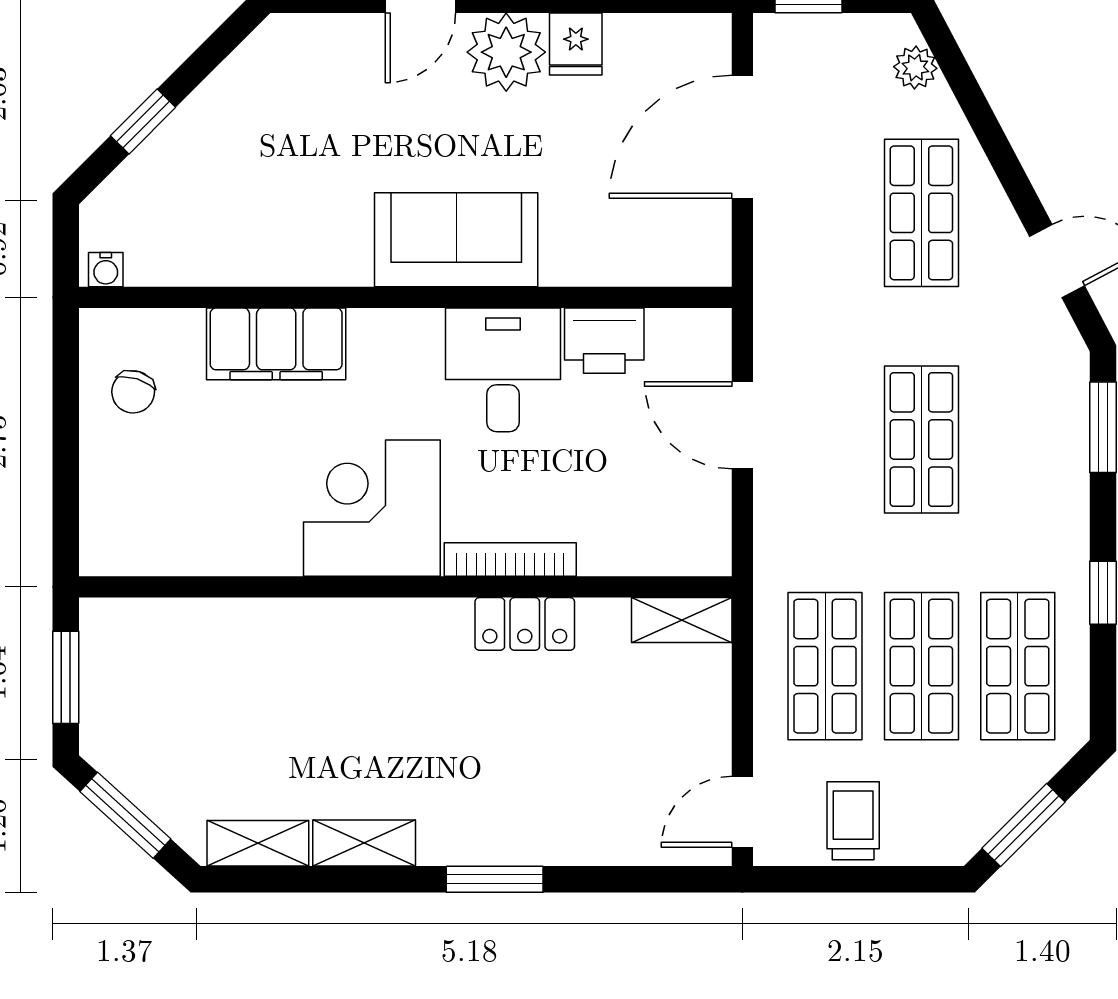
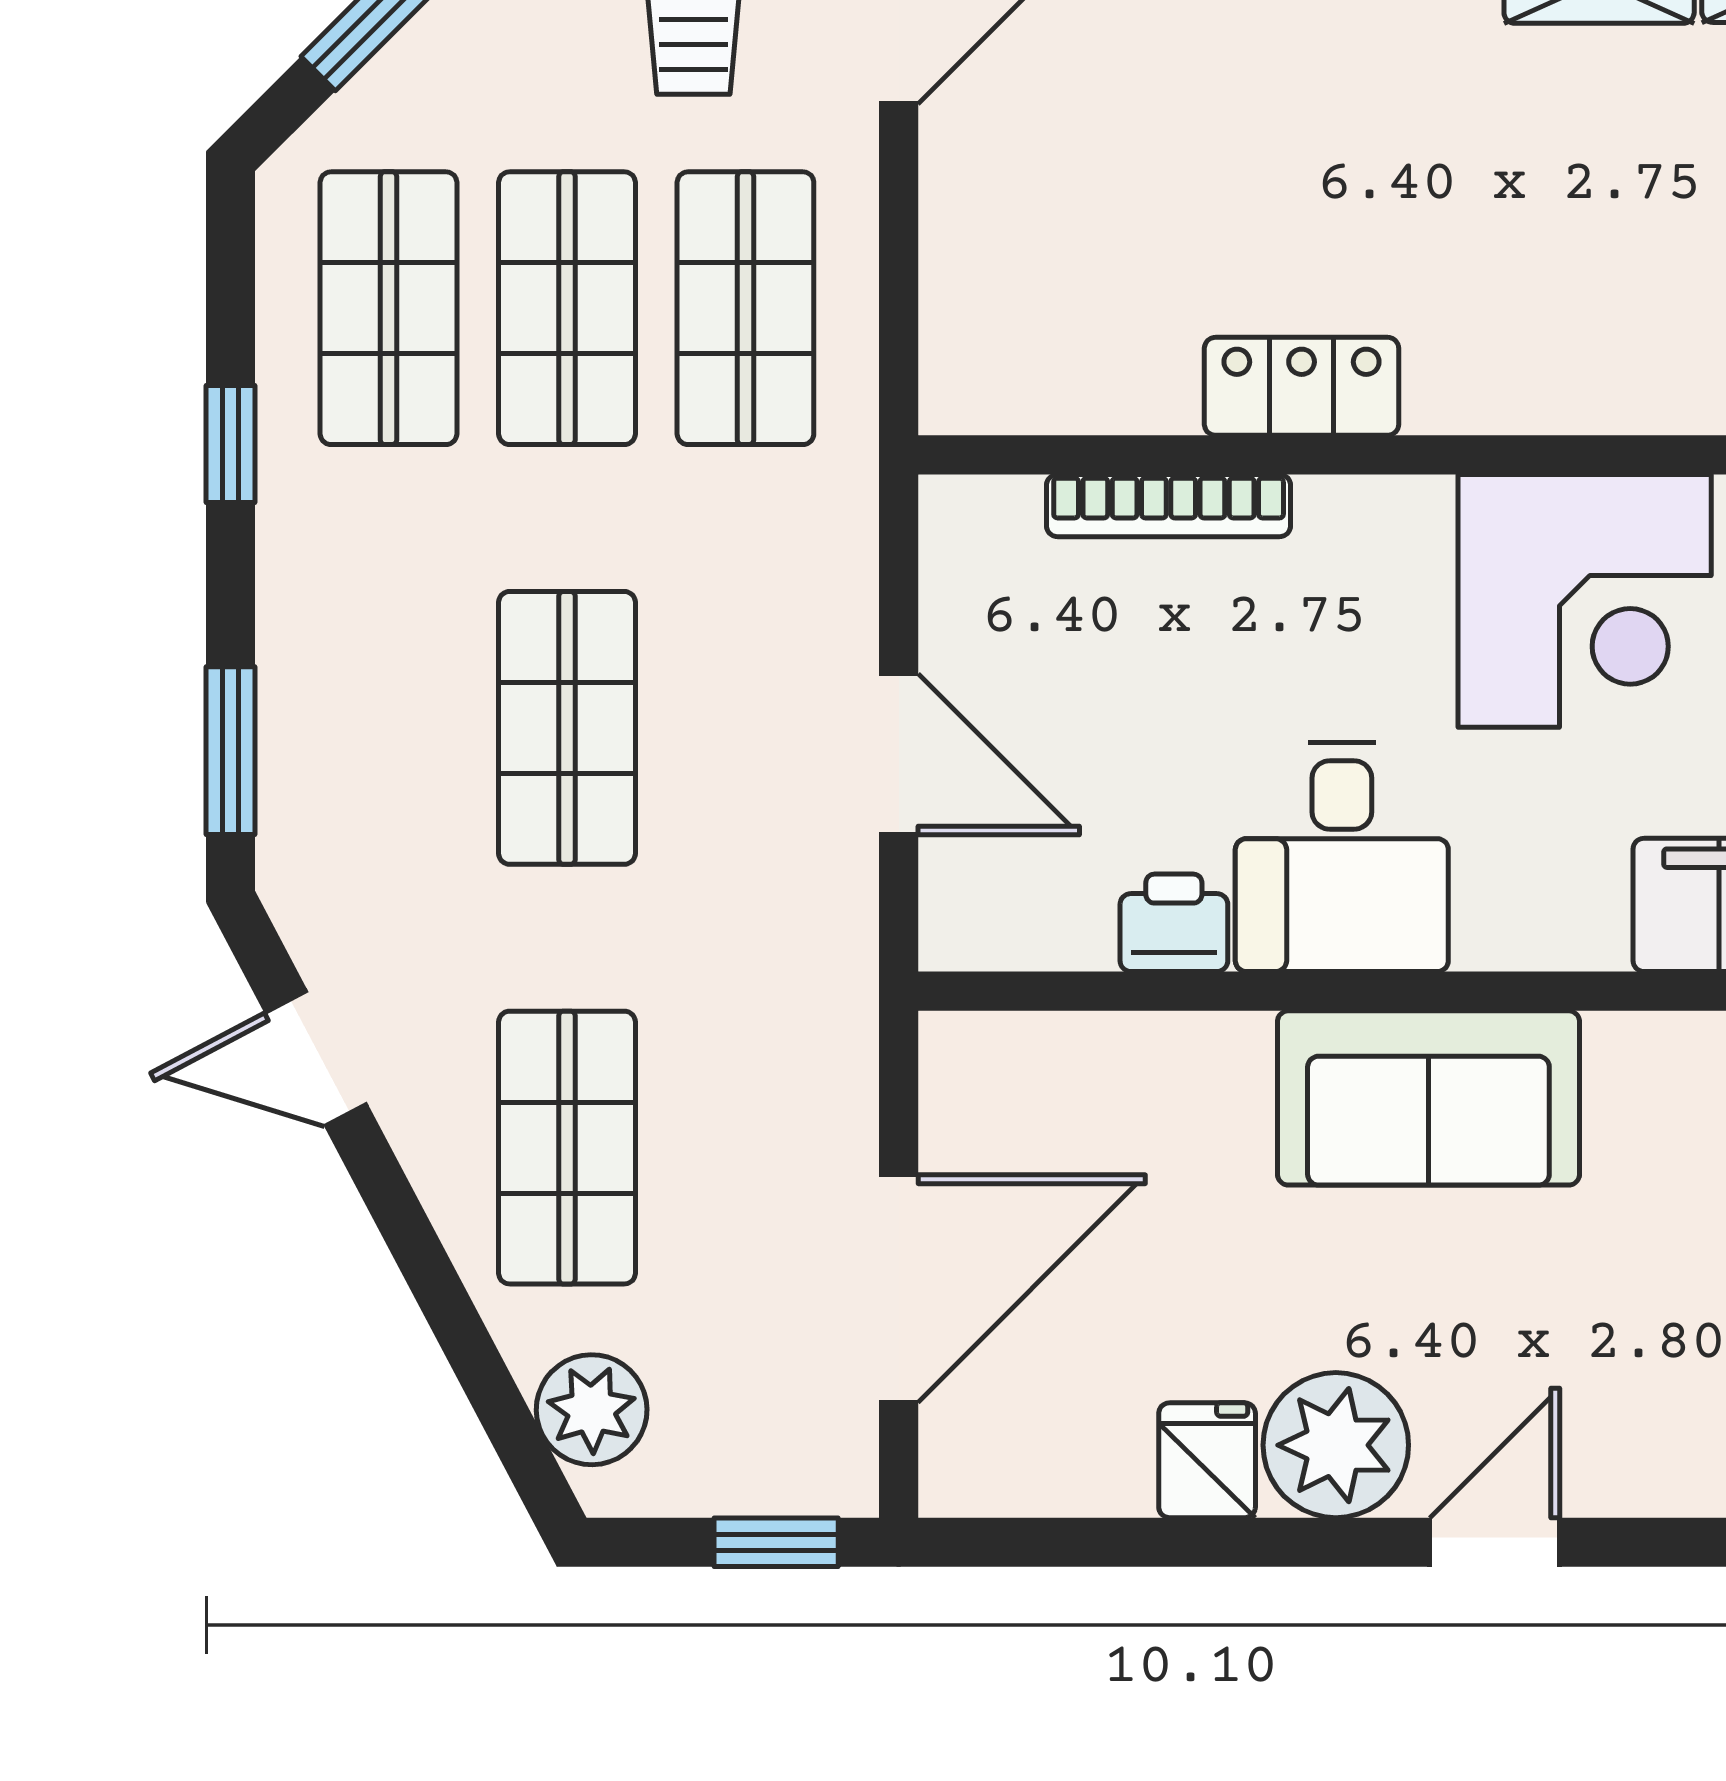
plant: (915, 68) -> (592, 1410), width x1.38, depth x1.38
printer: (604, 341) -> (1174, 923), width x0.73, depth x0.81
bookcase: (510, 560) -> (1169, 506), moved
shelving: (682, 620) -> (1011, 394), removed

